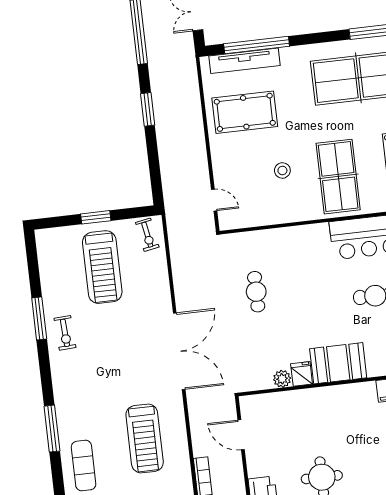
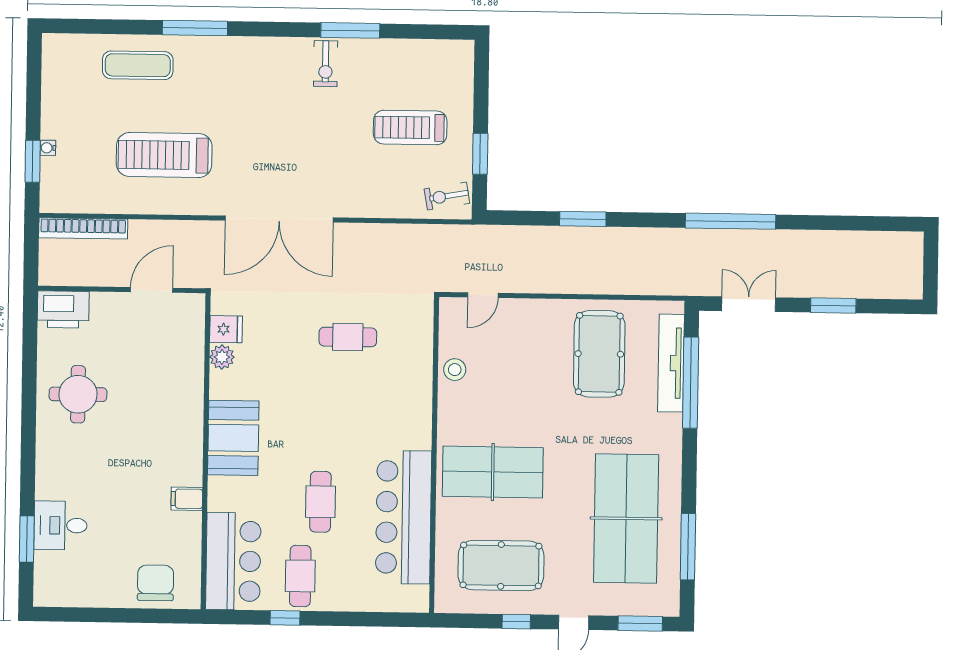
window: (148, 109) -> (583, 219), moved
stool: (282, 170) -> (455, 370), moved
window: (96, 217) -> (480, 154), moved
treadmill: (102, 267) -> (410, 127), width x0.73, depth x0.73
exercise bike: (65, 333) -> (326, 64), turned -87
fridge: (302, 374) -> (226, 329), moved

